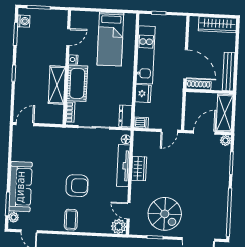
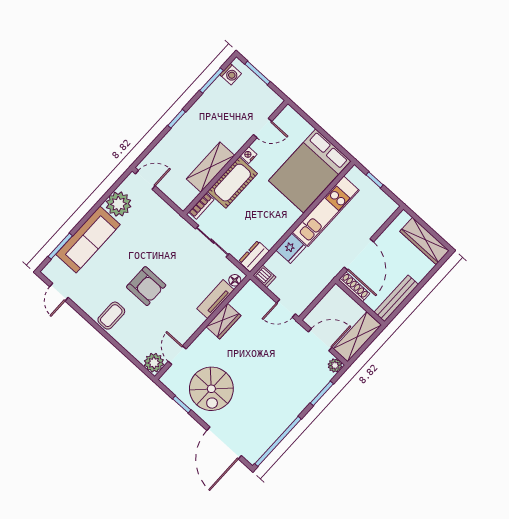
bed: (110, 39) -> (310, 171), width x1.50
tv unit: (123, 166) -> (215, 299), width x0.71
plant: (14, 217) -> (119, 204), moved, width x1.88, depth x1.88

